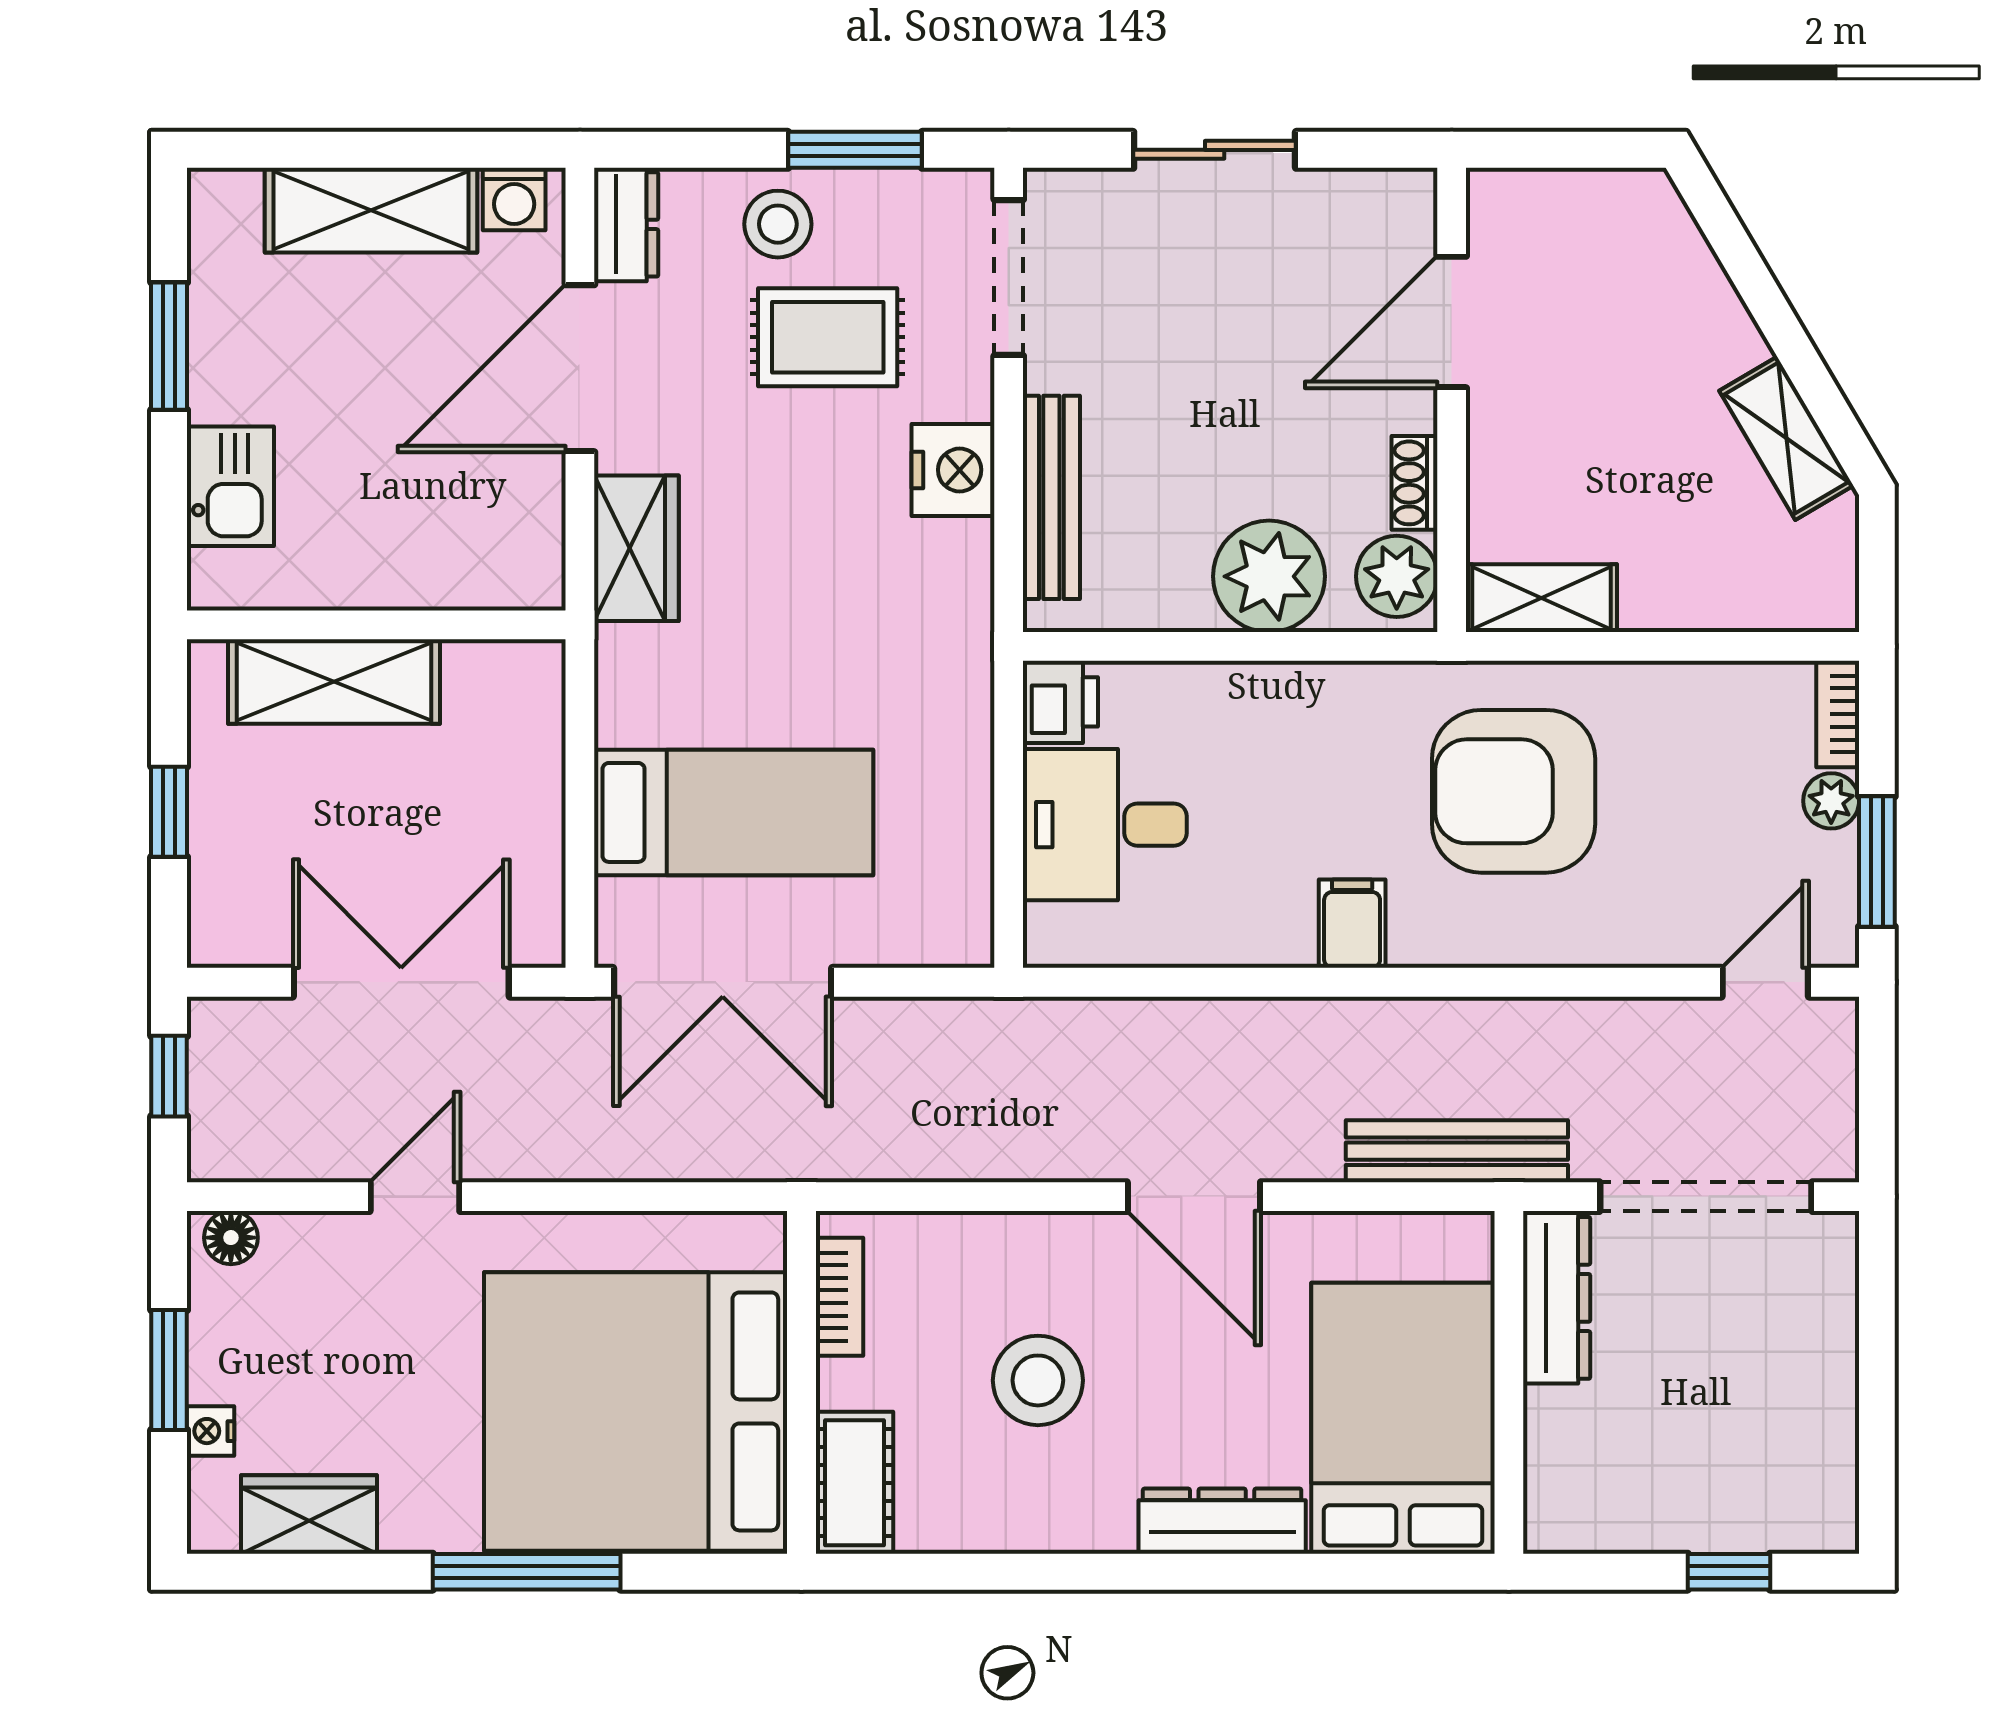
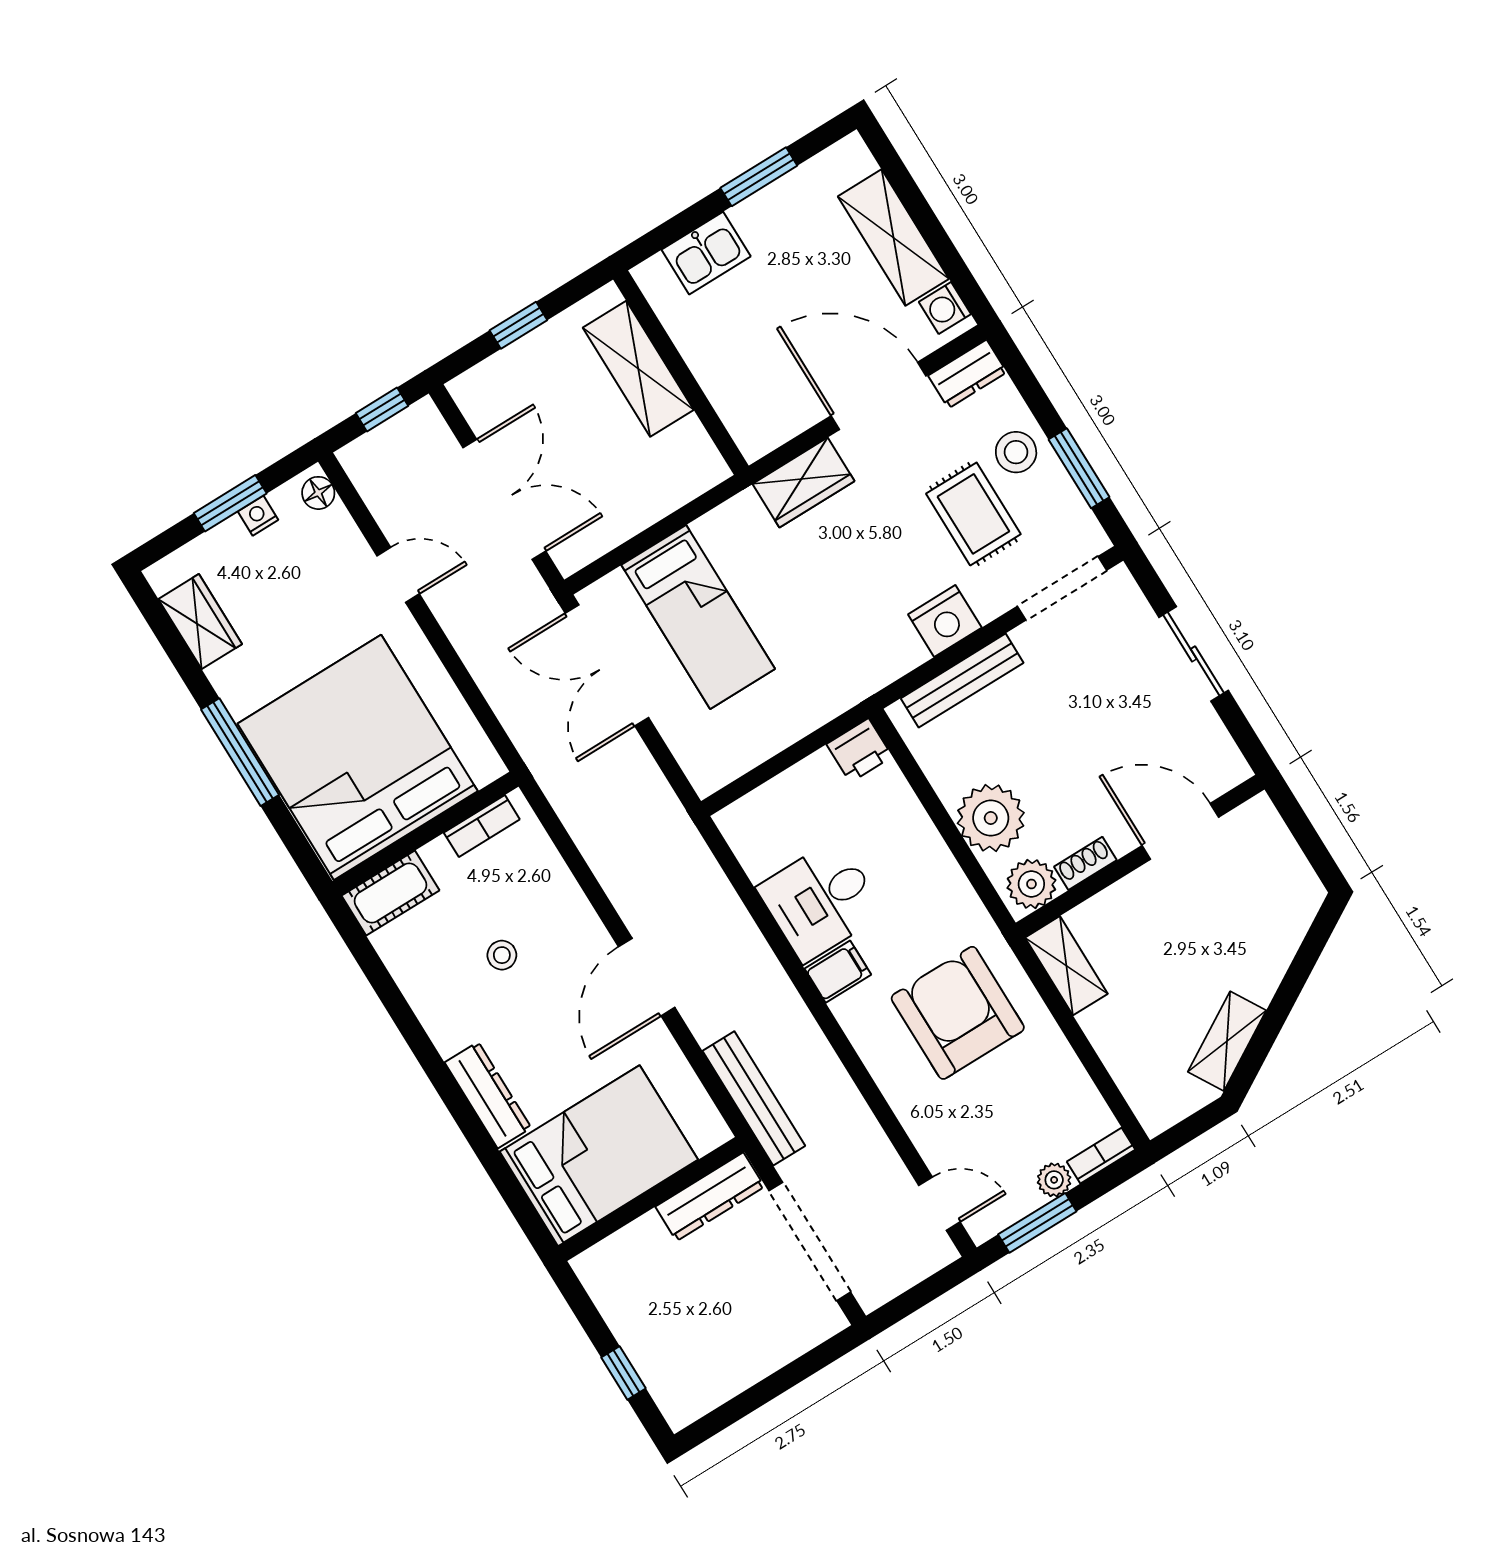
desk: (1105, 825) -> (821, 900), moved, turned -90
stool: (1038, 1380) -> (502, 955), width x0.53, depth x0.53
nightstand: (211, 1431) -> (258, 516), moved

